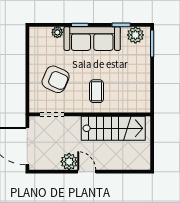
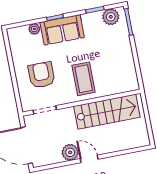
sofa: (92, 39) -> (62, 30), width x0.73
armchair: (56, 79) -> (42, 75), turned -114
coffee table: (97, 91) -> (84, 79), width x1.36, depth x1.30

